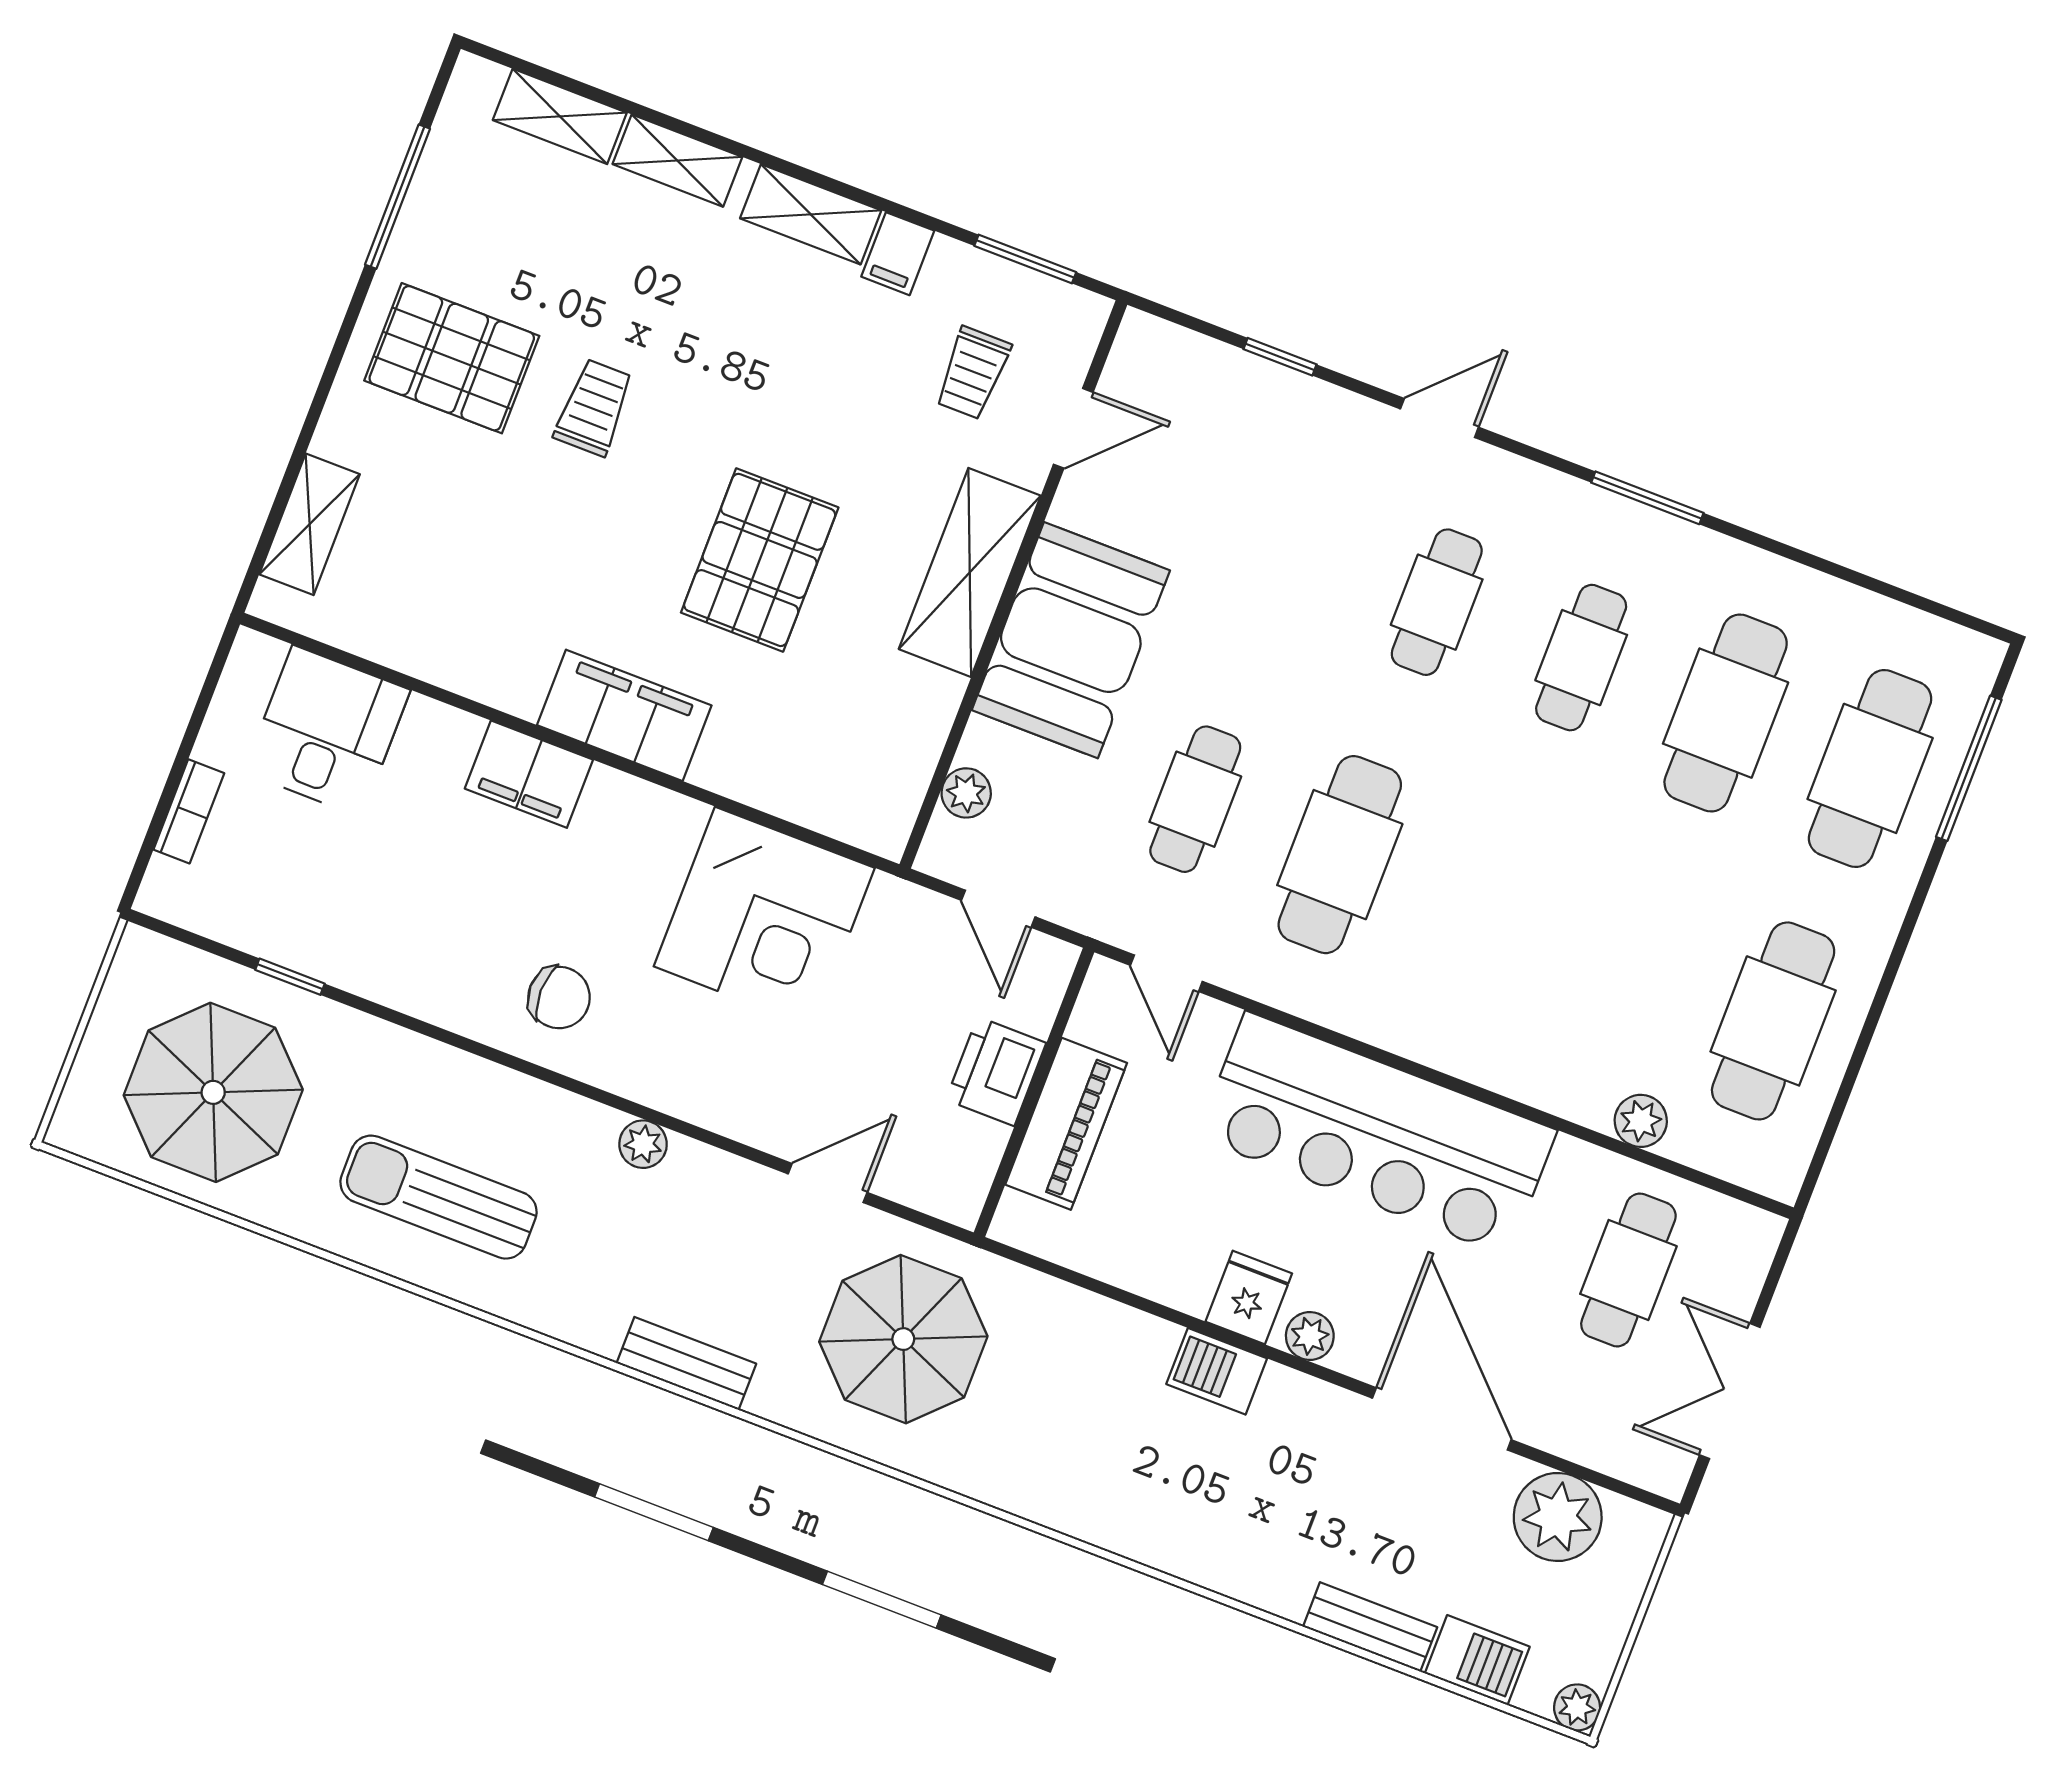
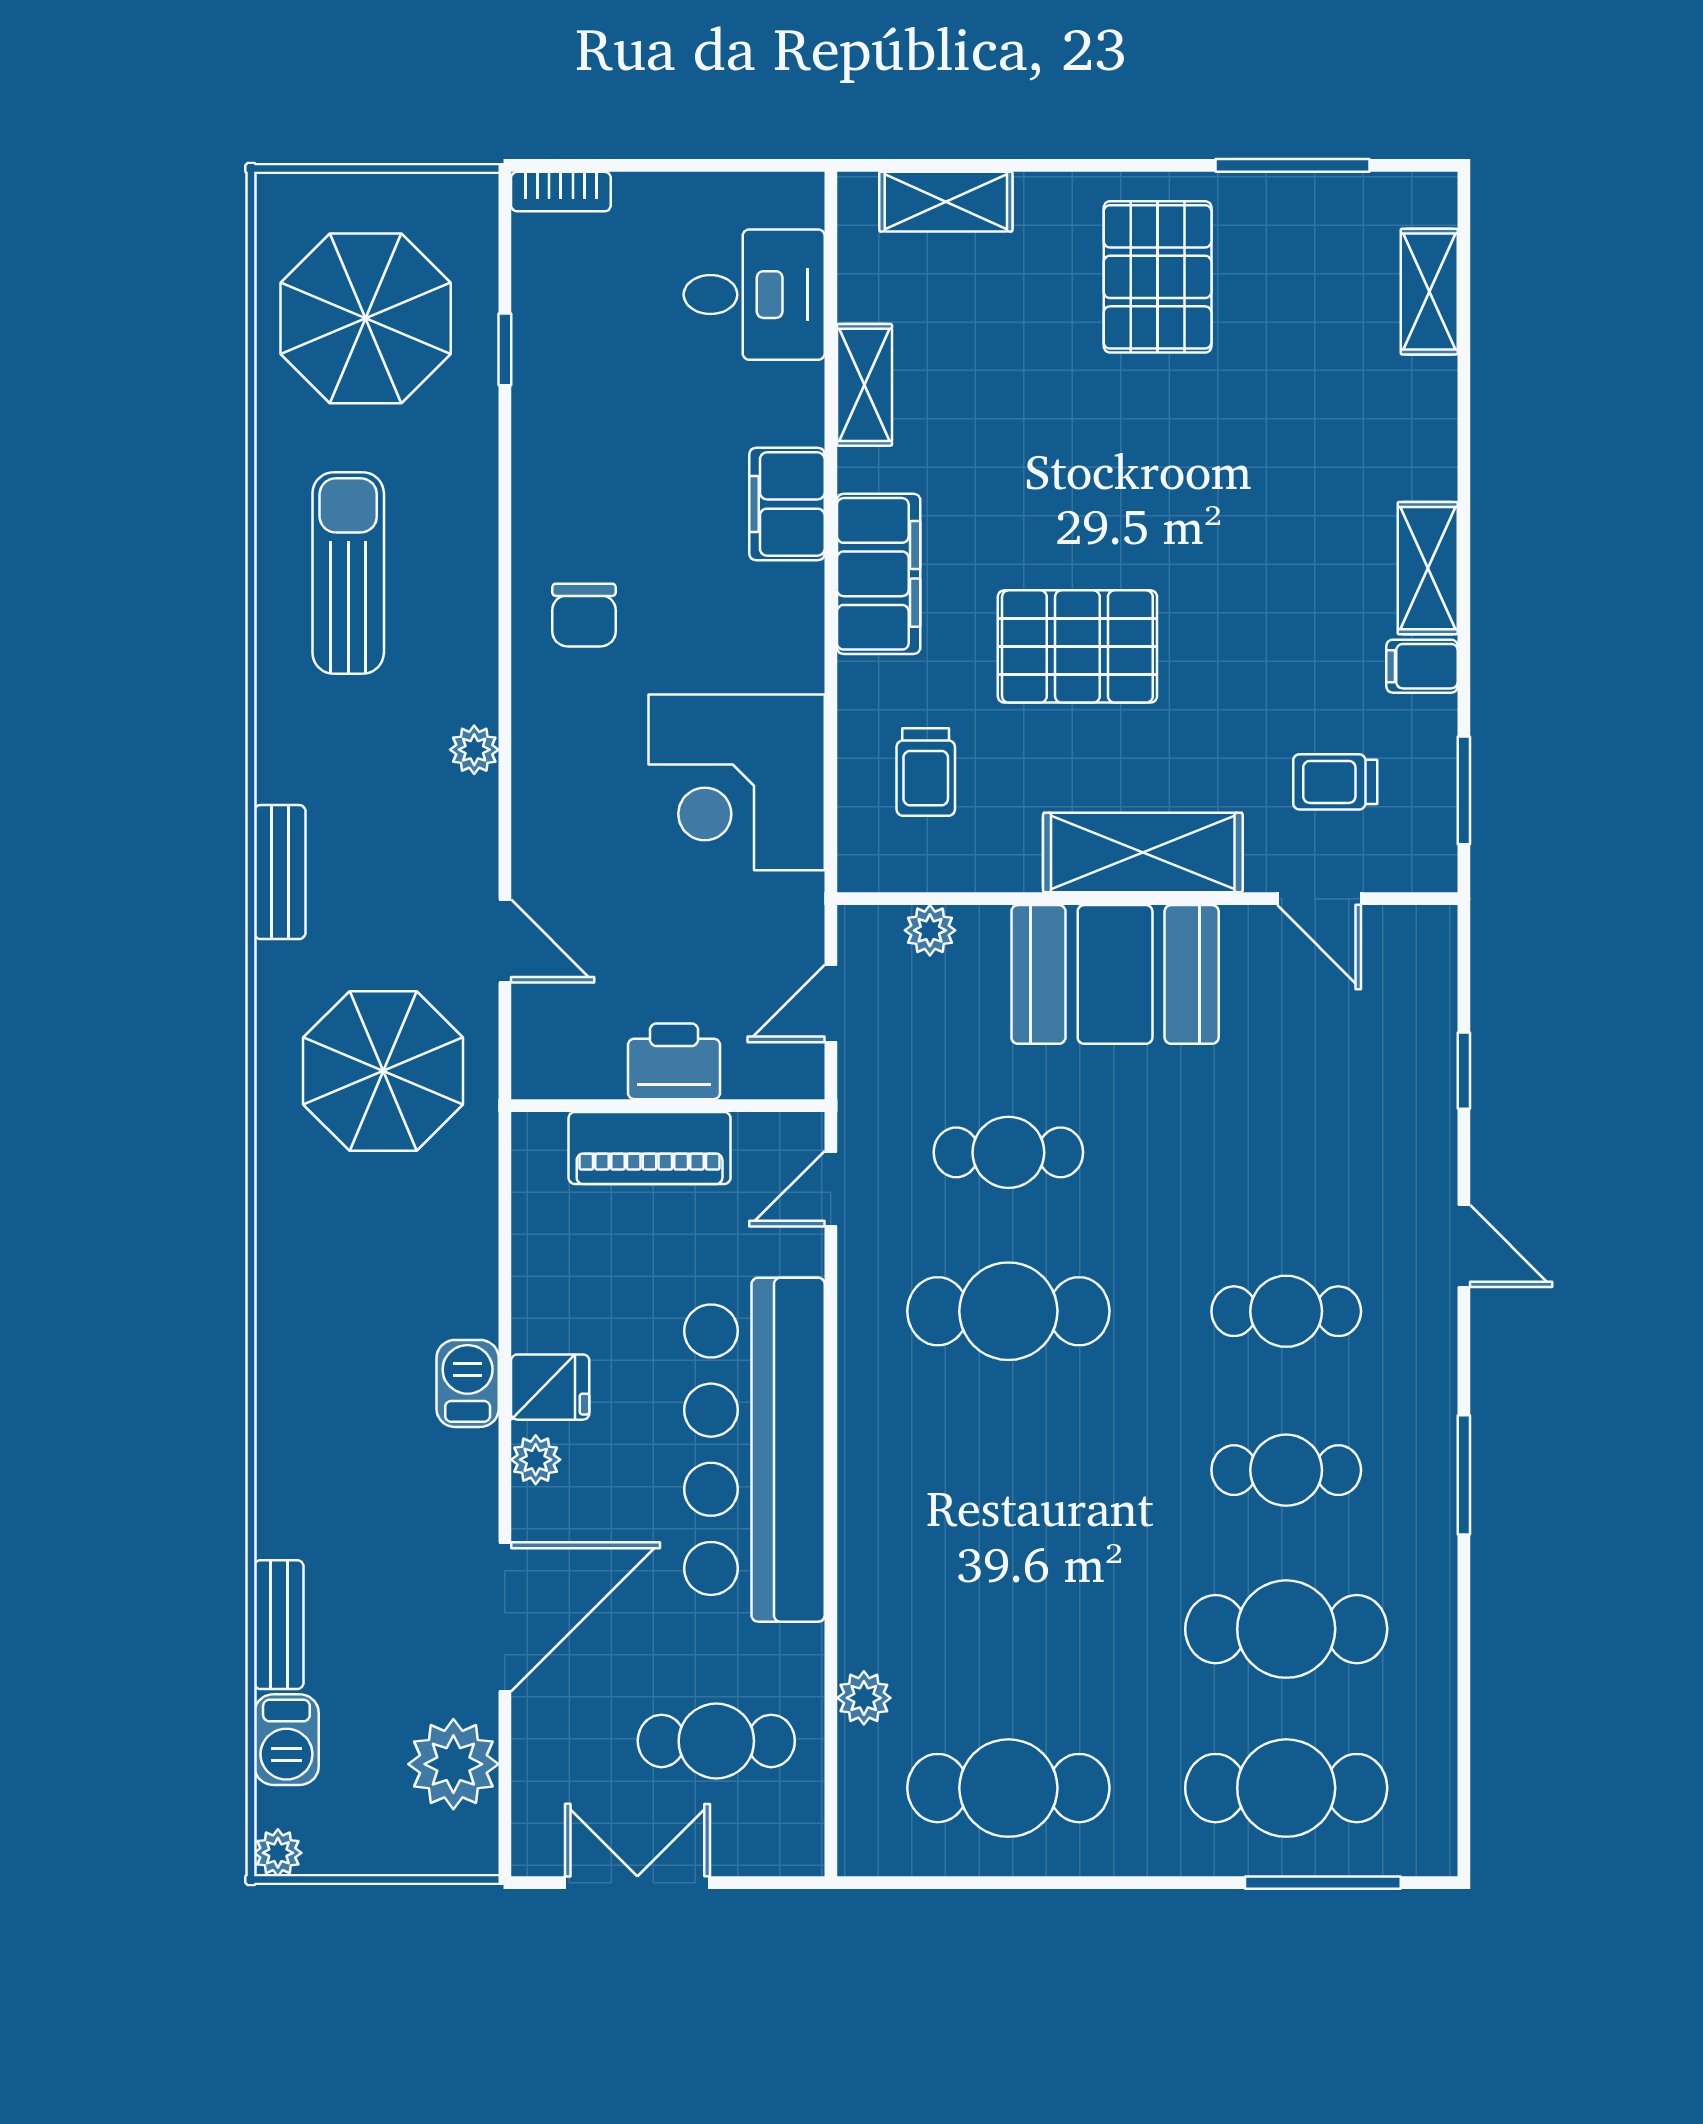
shelving: (677, 161) -> (864, 385), moved
trolley: (594, 408) -> (926, 772), moved, turned 90
bookcase: (189, 811) -> (561, 192), moved

